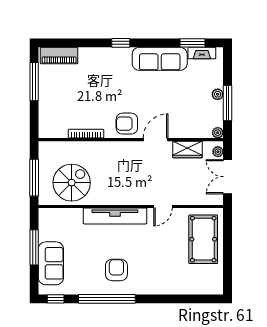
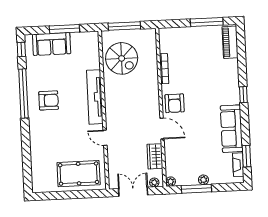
armchair: (127, 124) -> (175, 103), turned 180

